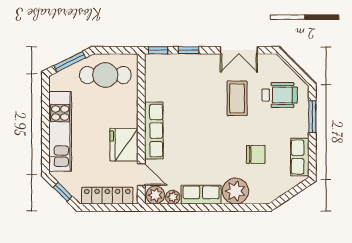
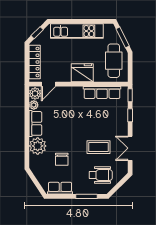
wheelchair: (280, 95) -> (101, 175), turned -90
row of seats: (154, 131) -> (102, 93), moved
fridge: (124, 145) -> (82, 73), moved

